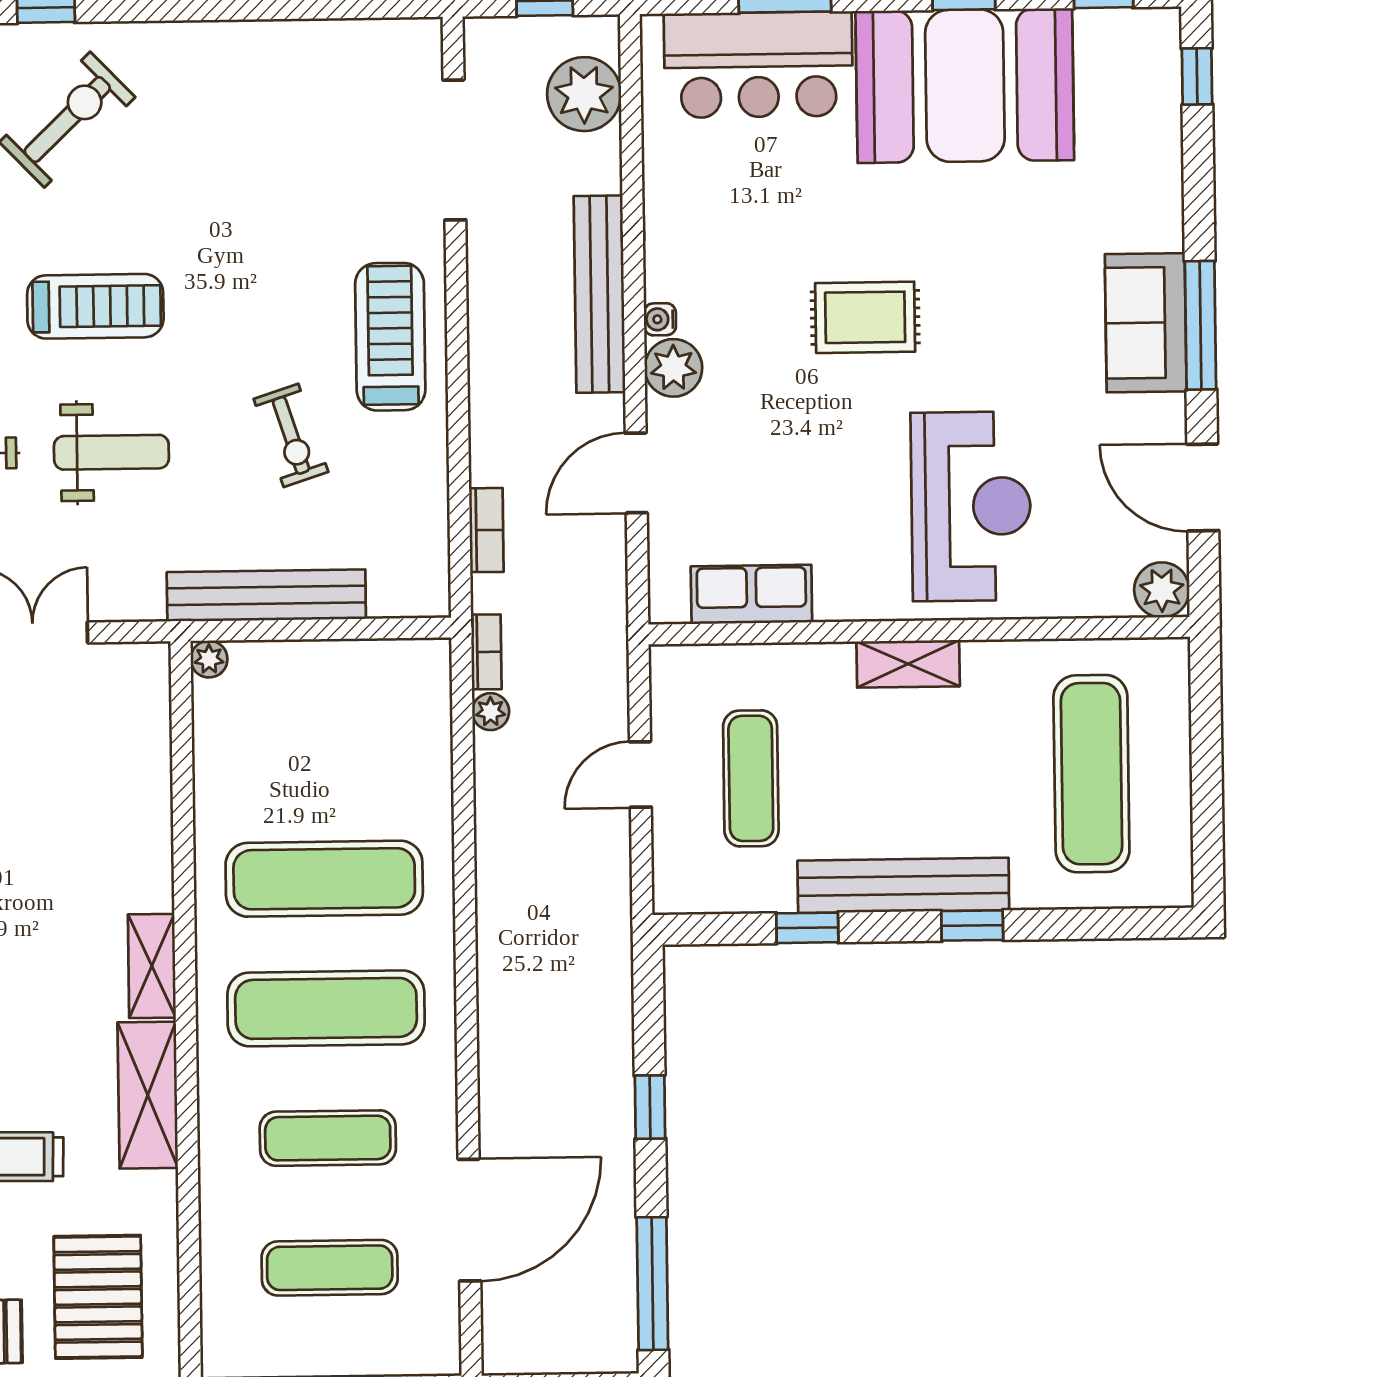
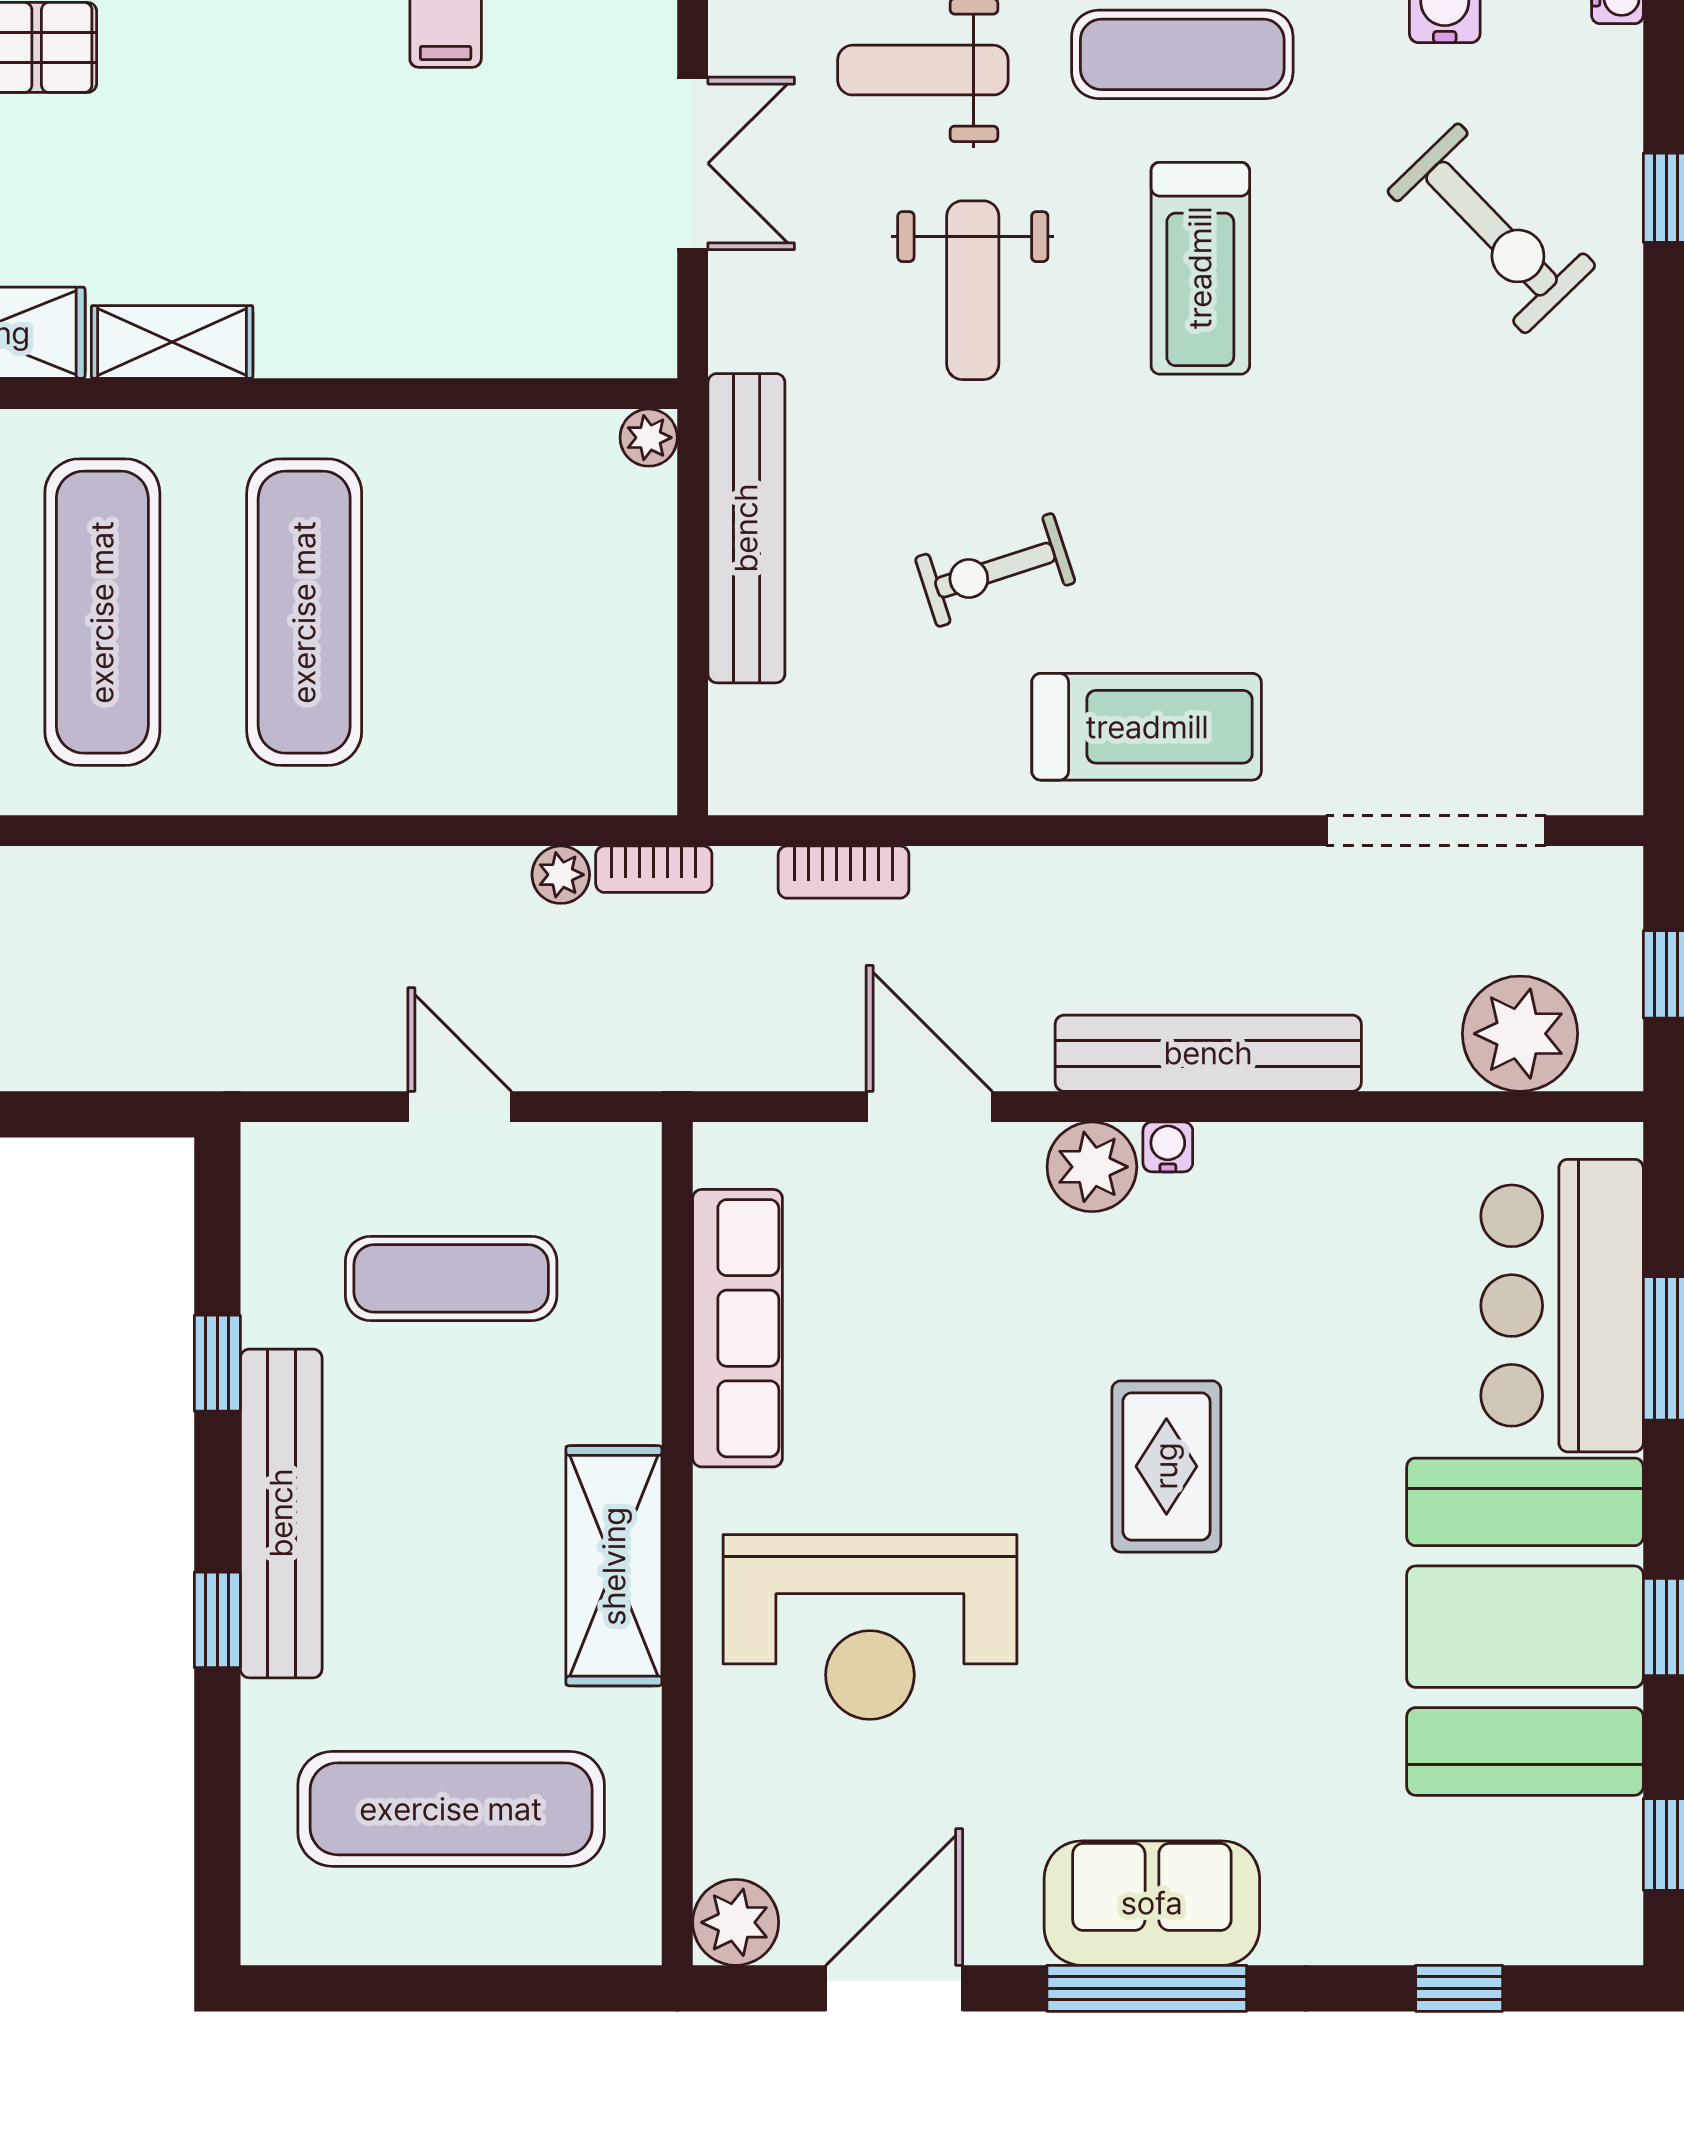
window: (1197, 76) -> (1459, 1988), moved
row of seats: (751, 594) -> (738, 1328), width x1.48
shelving: (908, 664) -> (614, 1566), width x1.50, depth x1.33

